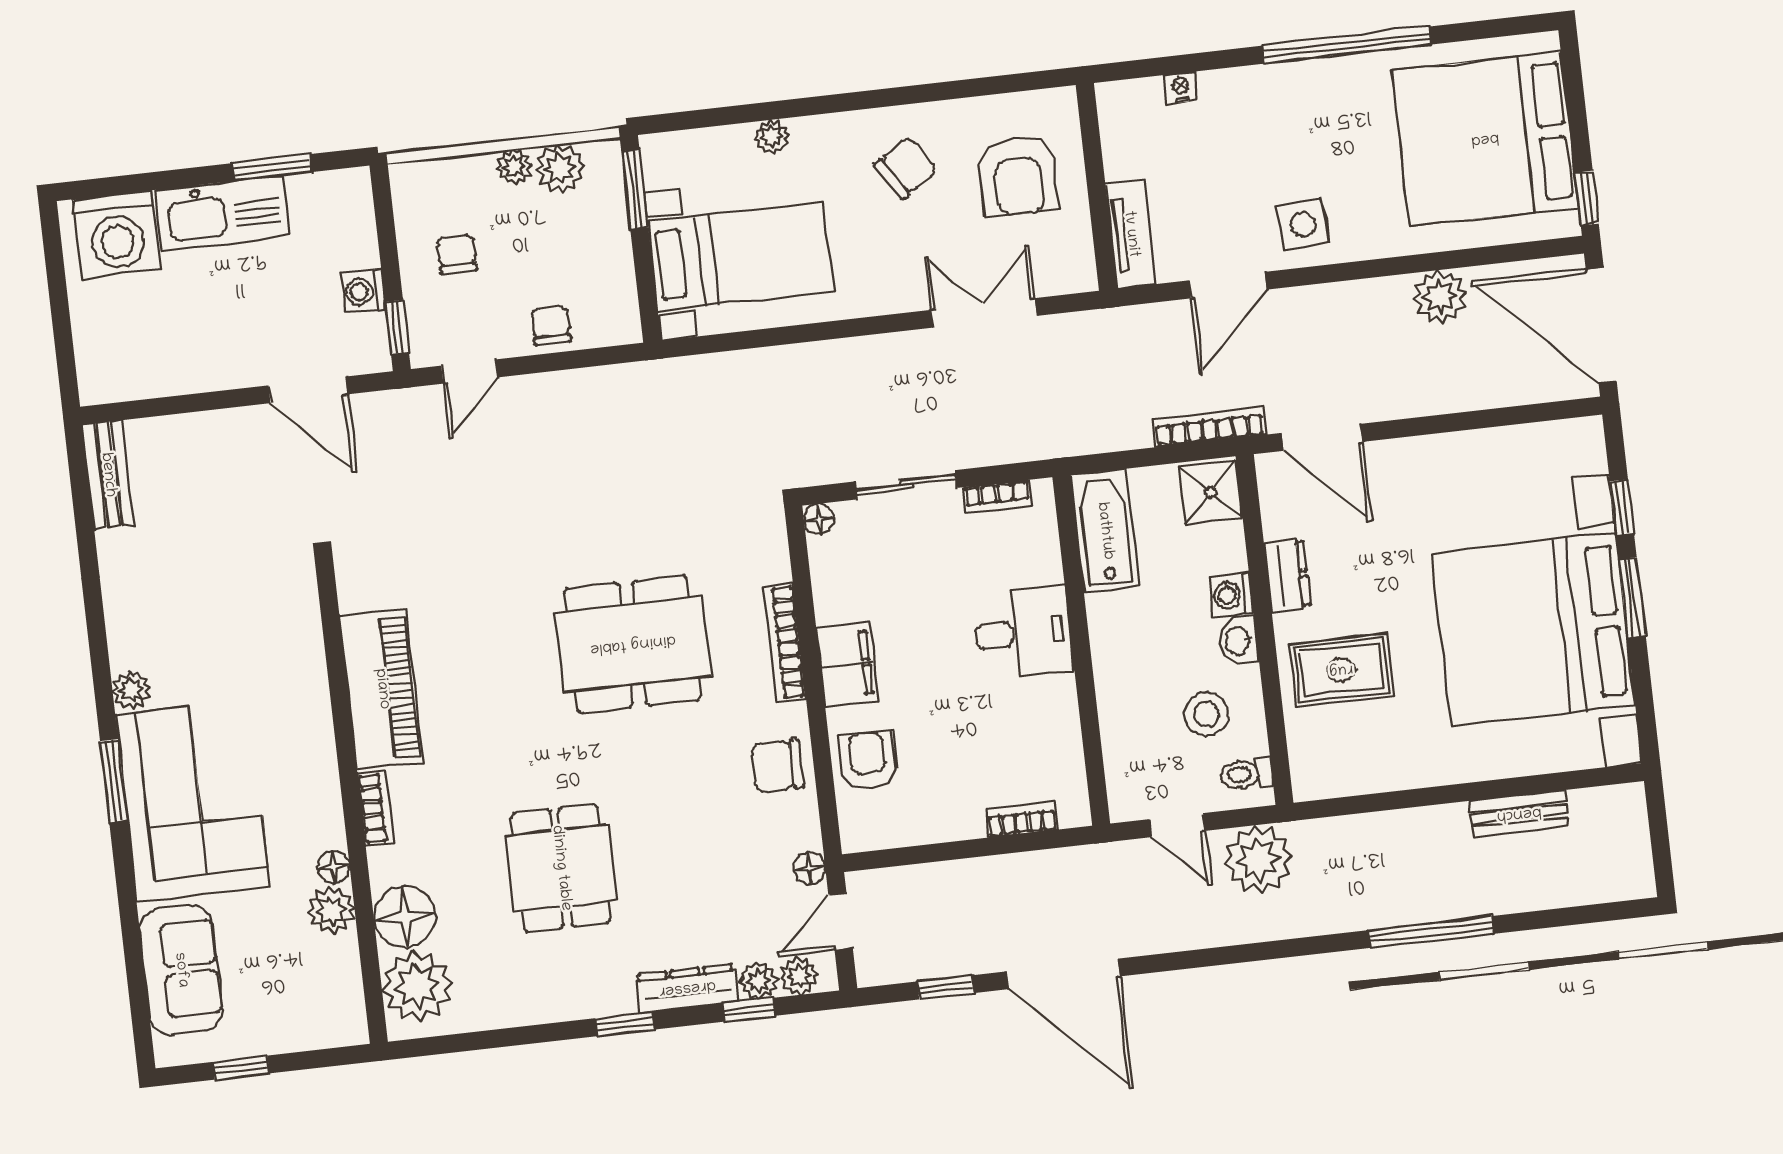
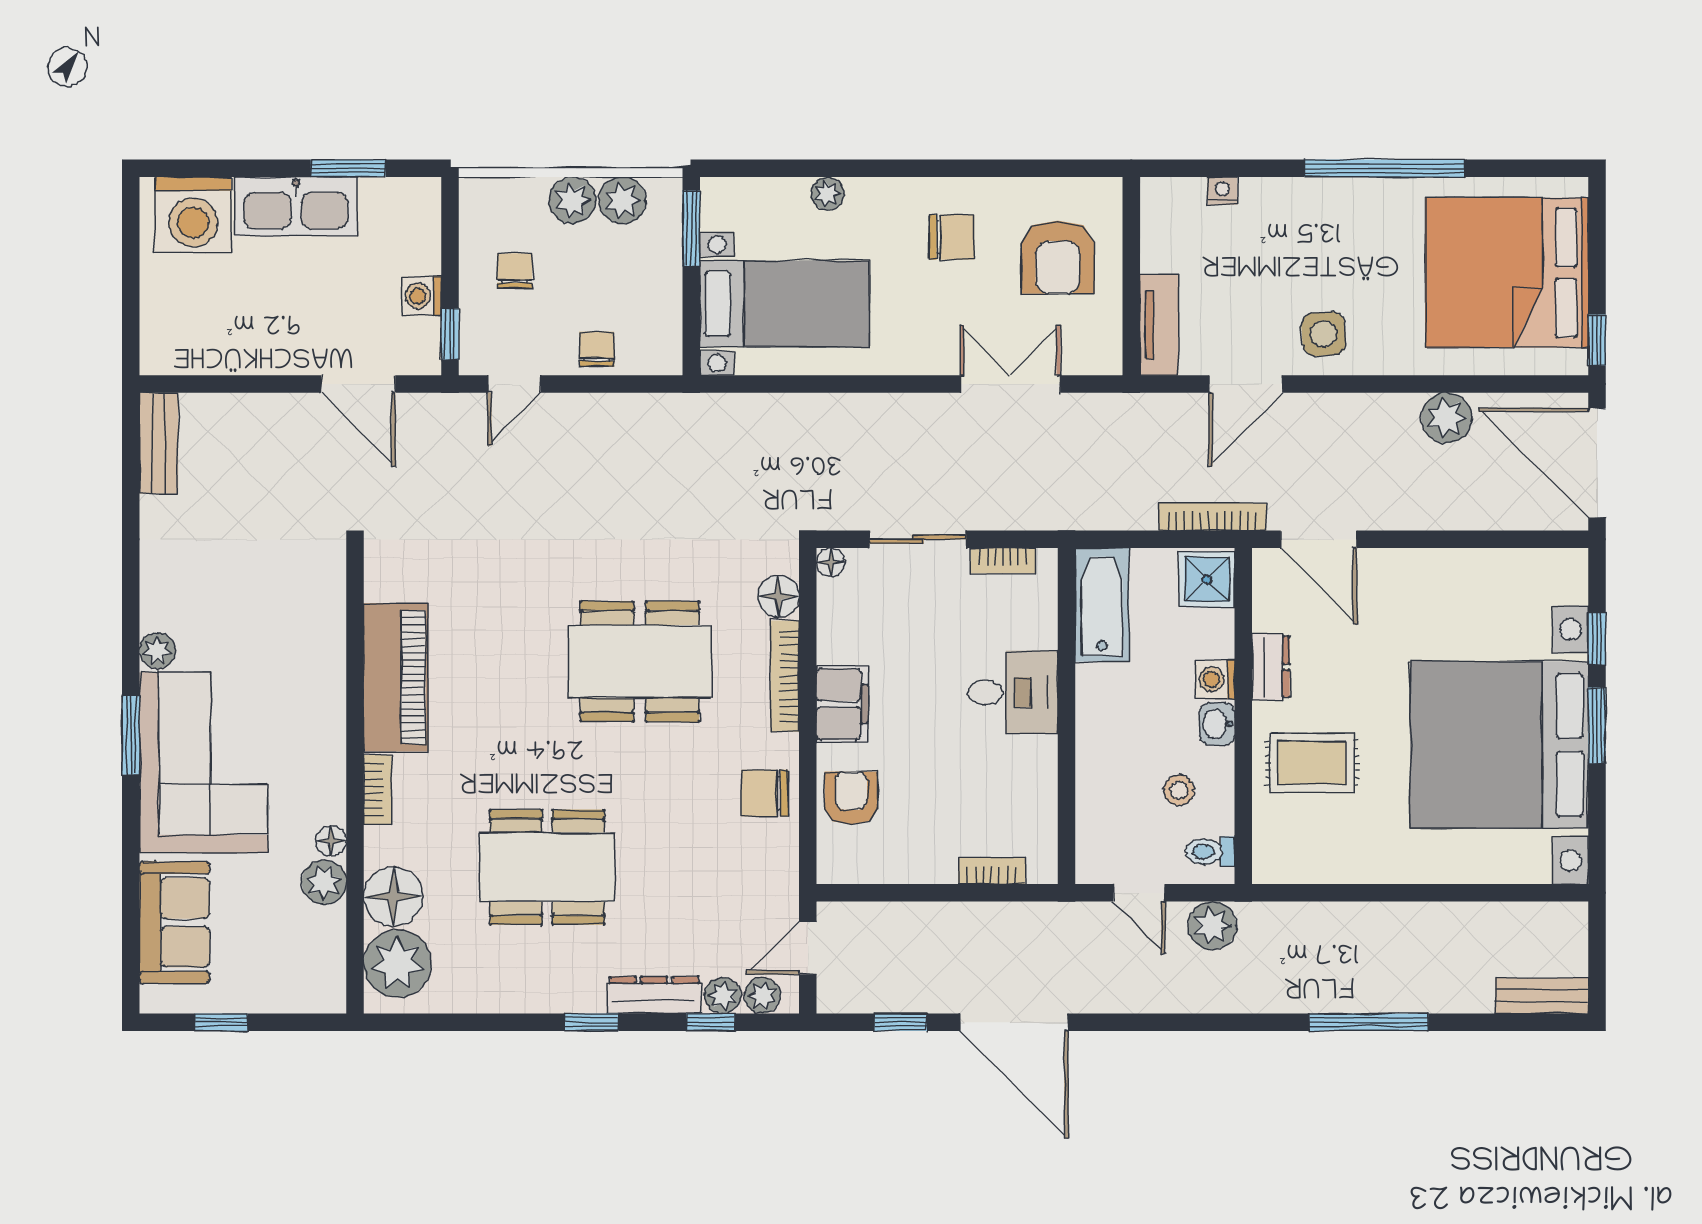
plant: (514, 167) -> (572, 200), width x1.38, depth x1.38
chair: (906, 168) -> (952, 237), turned 33
stool: (1207, 714) -> (1179, 790), width x0.73, depth x0.73
bench: (1519, 814) -> (1542, 996), moved
plant: (1258, 860) -> (1212, 926), width x0.73, depth x0.73
dining table: (561, 868) -> (547, 867), width x1.38
floor lamp: (809, 868) -> (778, 596), moved, width x1.37, depth x1.37

